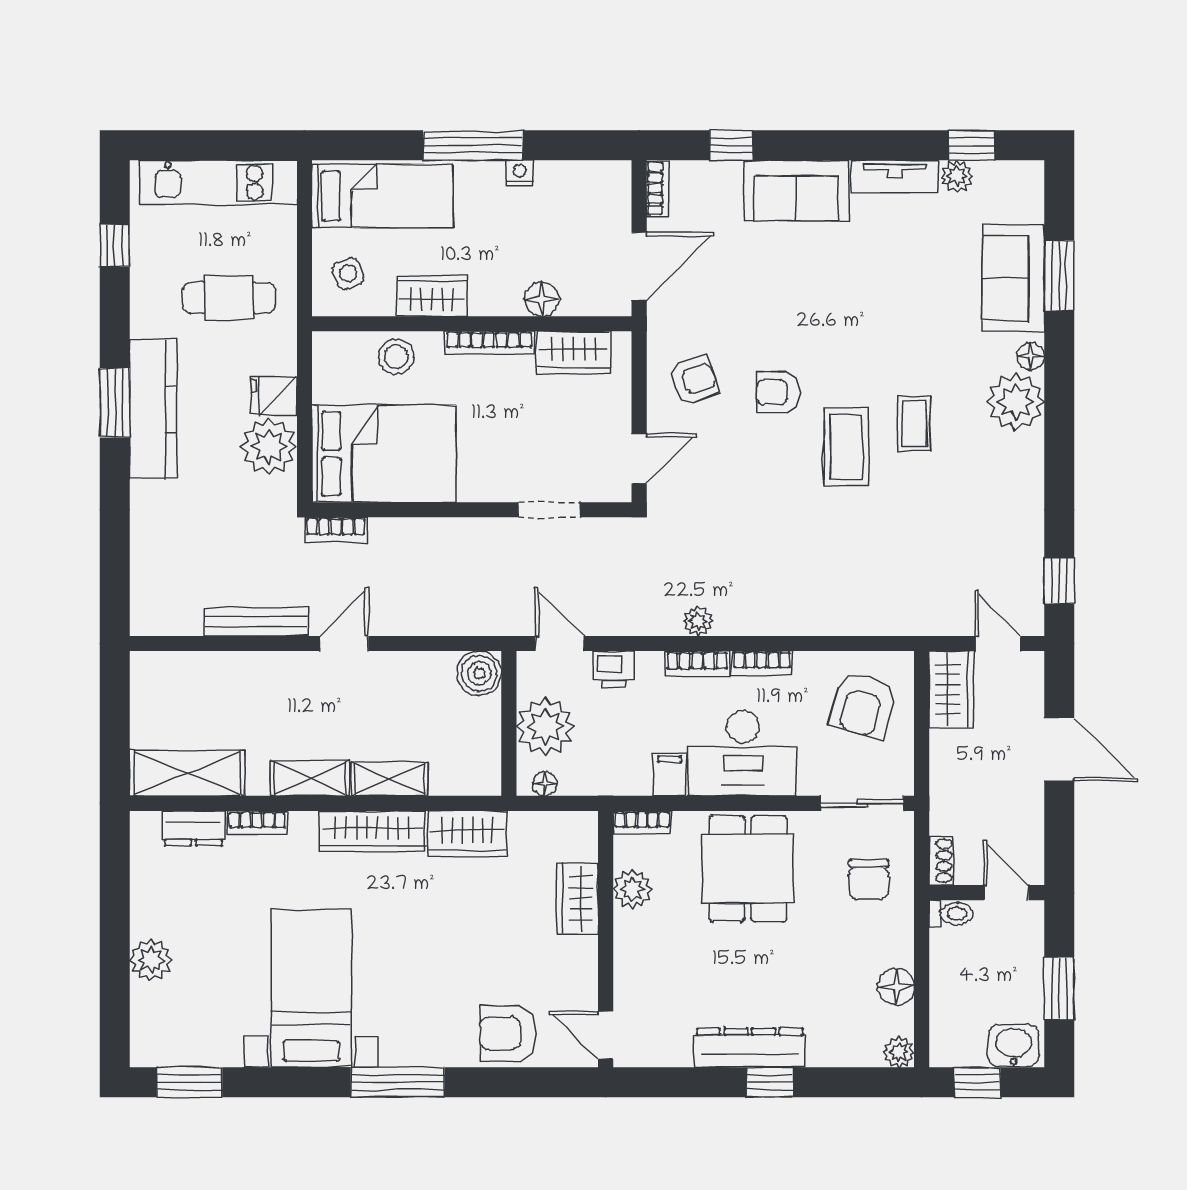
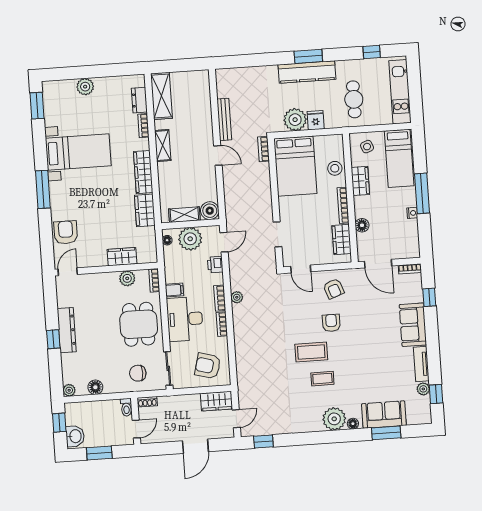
shelving: (390, 779) -> (184, 215), moved, turned 90
dining table: (748, 869) -> (139, 324), turned 90

